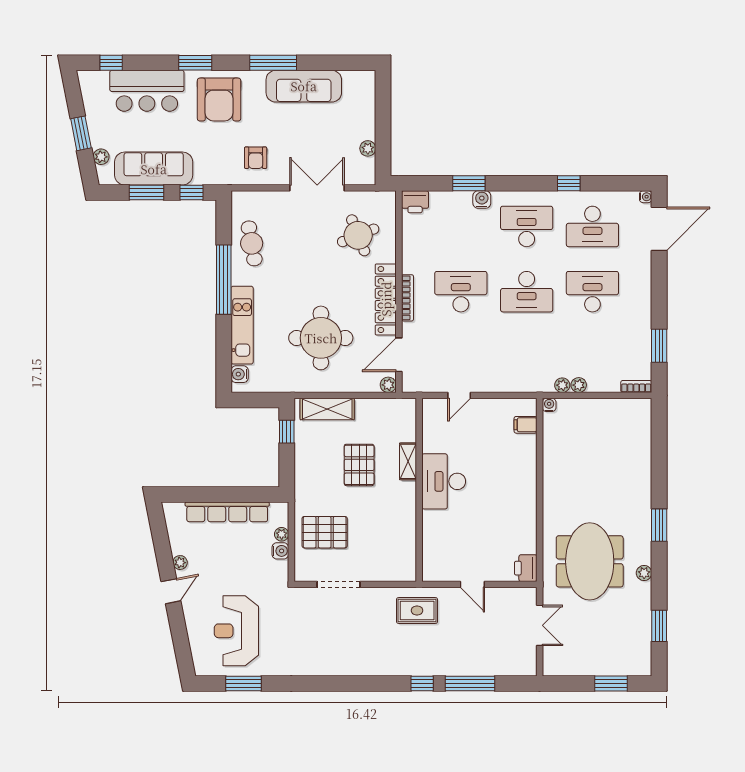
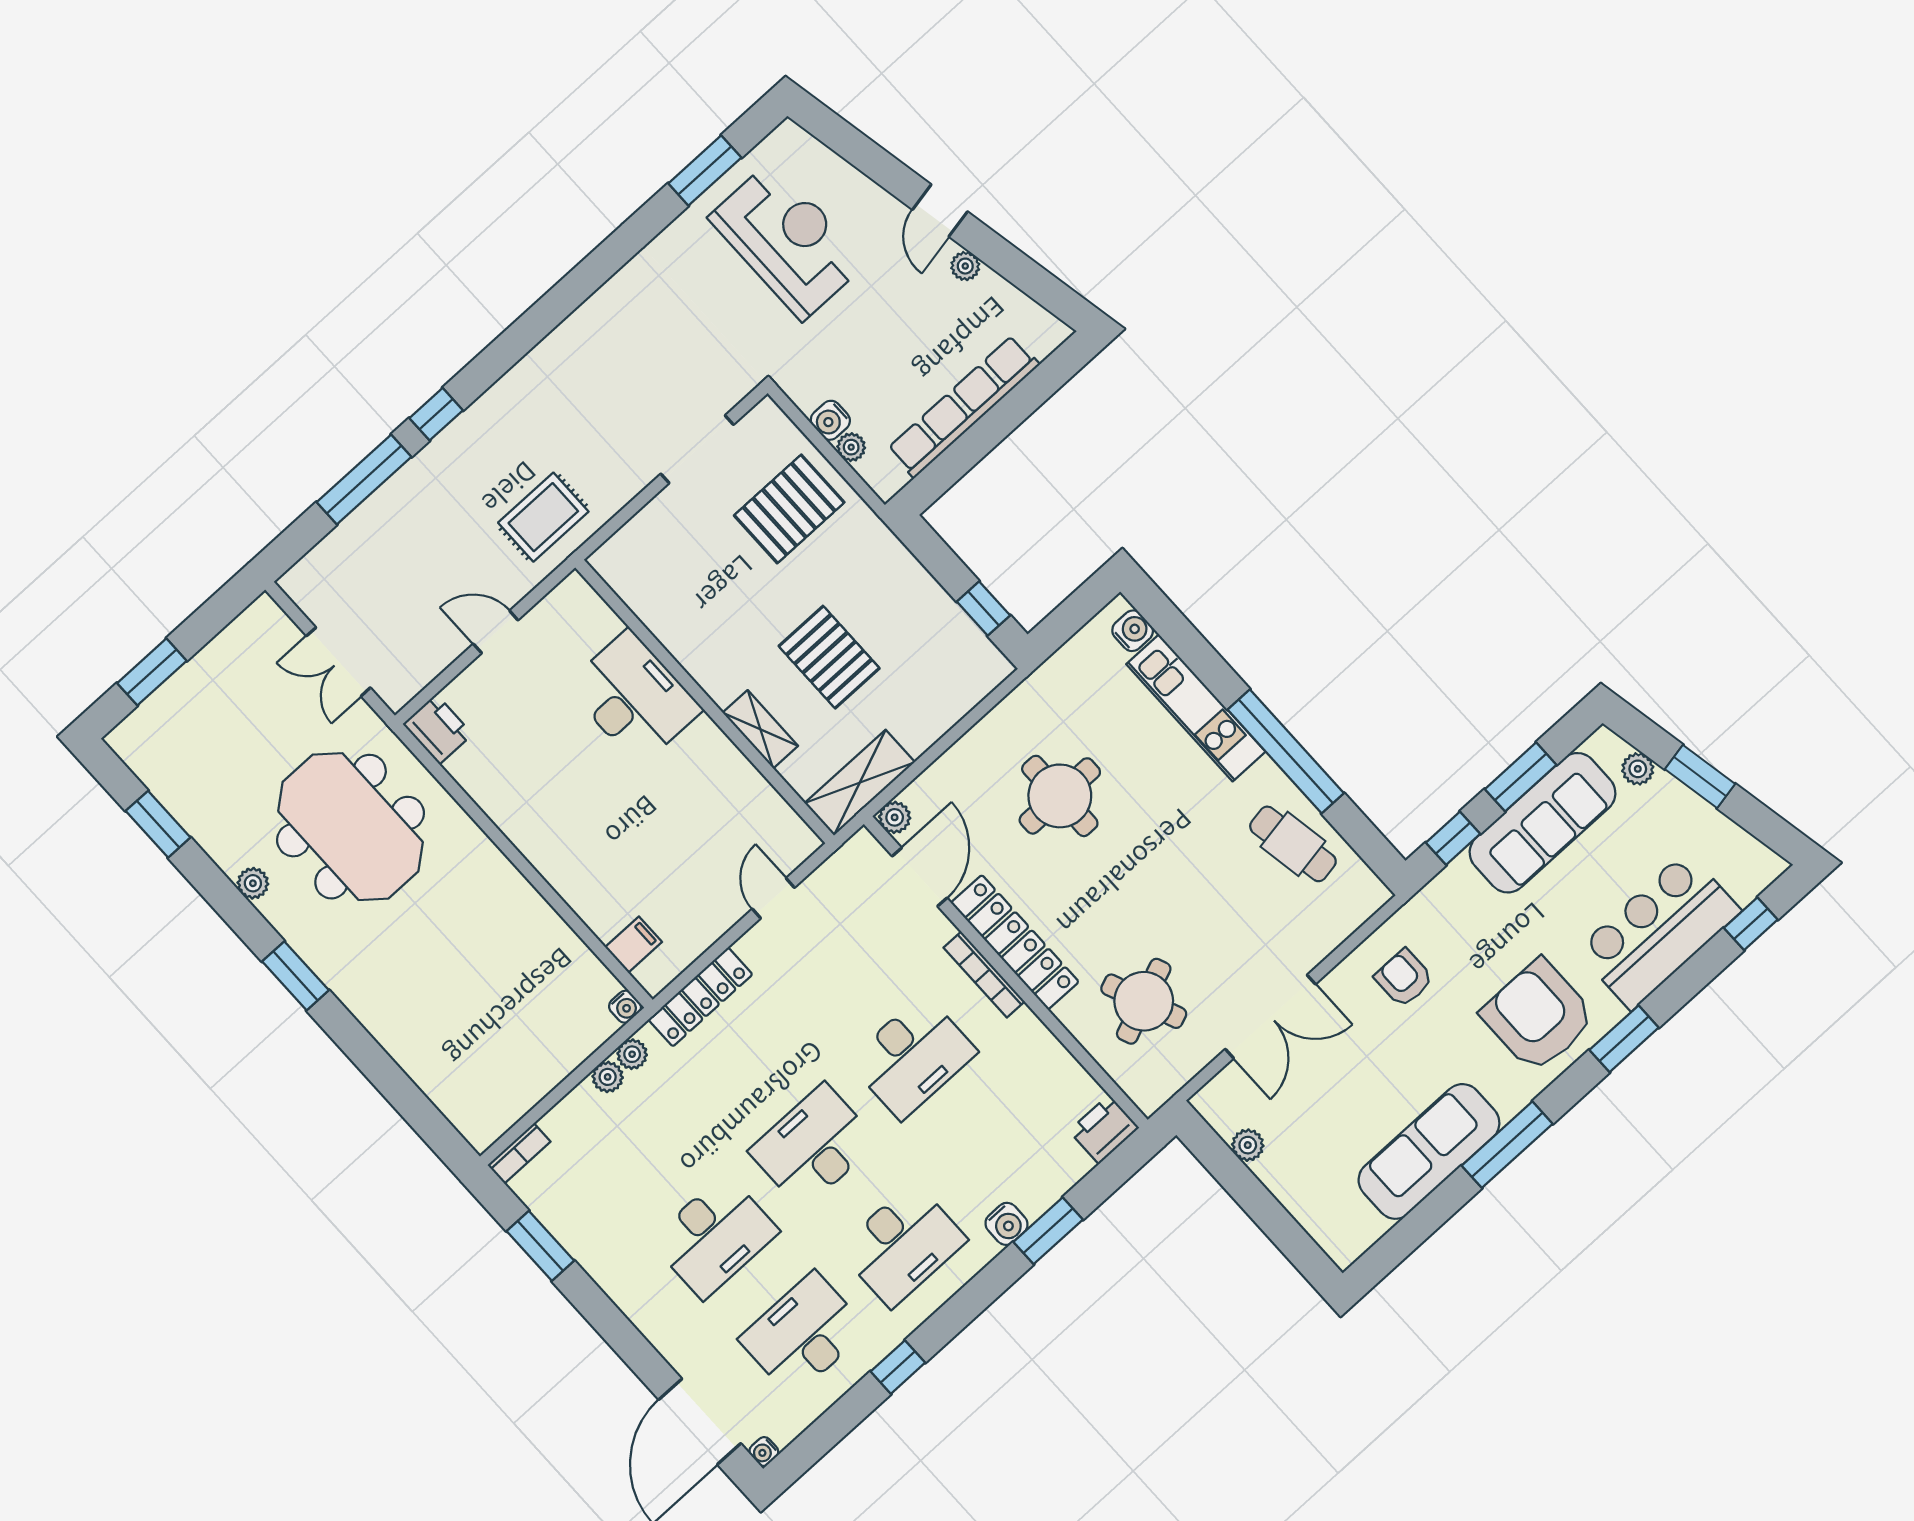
round table: (321, 338) -> (1060, 796), width x0.73, depth x0.73
locker: (518, 384) -> (700, 997), added
shelving: (327, 409) -> (860, 783), moved
desk: (444, 481) -> (634, 698), moved

